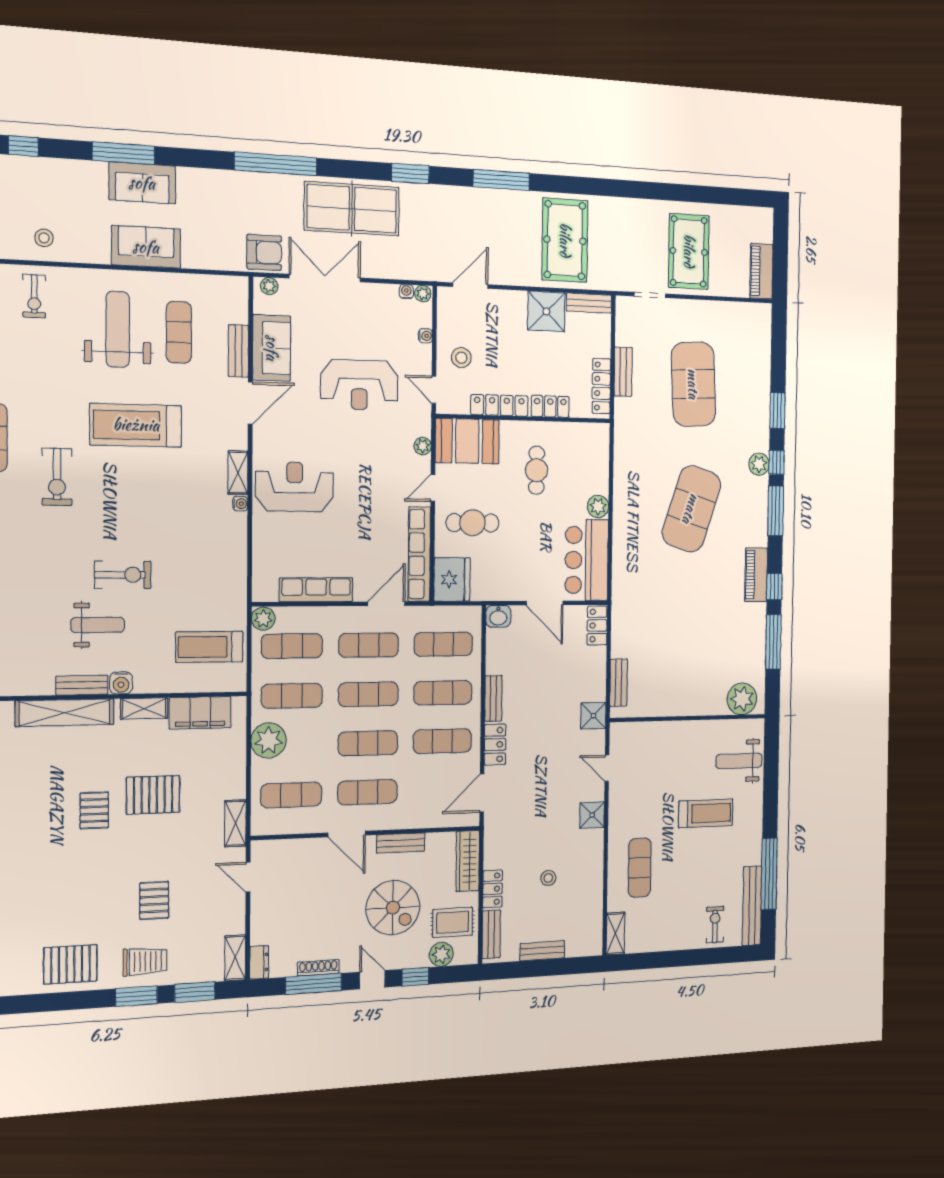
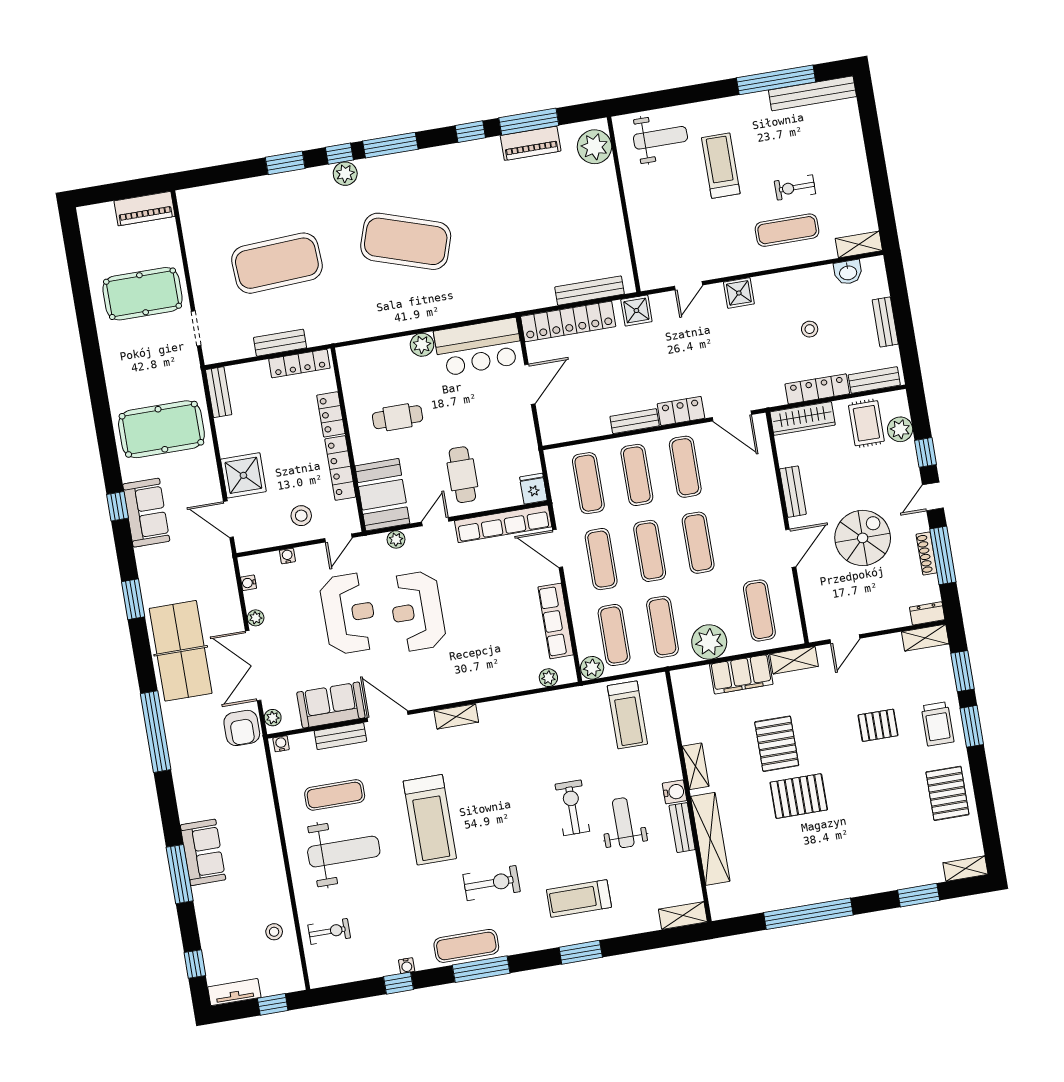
window: (501, 180) -> (117, 506), width x0.46
sofa: (146, 247) -> (146, 513), moved, turned 180
armchair: (264, 252) -> (242, 728), turned 180
plant: (423, 294) -> (256, 618), moved
shower: (546, 311) -> (243, 475), moved
weight bench: (118, 329) -> (344, 852), turned 180
reception desk: (295, 487) -> (417, 611), moved
door: (433, 488) -> (435, 522), swing flipped
water cooler: (240, 504) -> (281, 744), moved
treadmill: (24, 566) -> (579, 899), added
plant: (261, 573) -> (548, 678), added
piano: (756, 575) -> (531, 143), moved
fridge: (452, 579) -> (533, 489), width x0.53, depth x0.75
washbasin: (498, 616) -> (848, 272), moved, turned 90
locker: (597, 625) -> (568, 321), width x2.16, depth x1.21
bench: (619, 683) -> (589, 291), width x1.36
filing cabinet: (200, 713) -> (741, 674), moved, turned 90
weight bench: (739, 761) -> (660, 138), turned -90
exercise mat: (368, 792) -> (747, 534), removed
pallet: (94, 810) -> (799, 796), width x1.50, depth x1.42
locker: (493, 889) -> (817, 389), width x1.53
spiral stairs: (393, 908) -> (863, 538), moved
exercise bike: (715, 925) -> (795, 187), moved
trolley: (145, 961) -> (938, 724), turned 180

